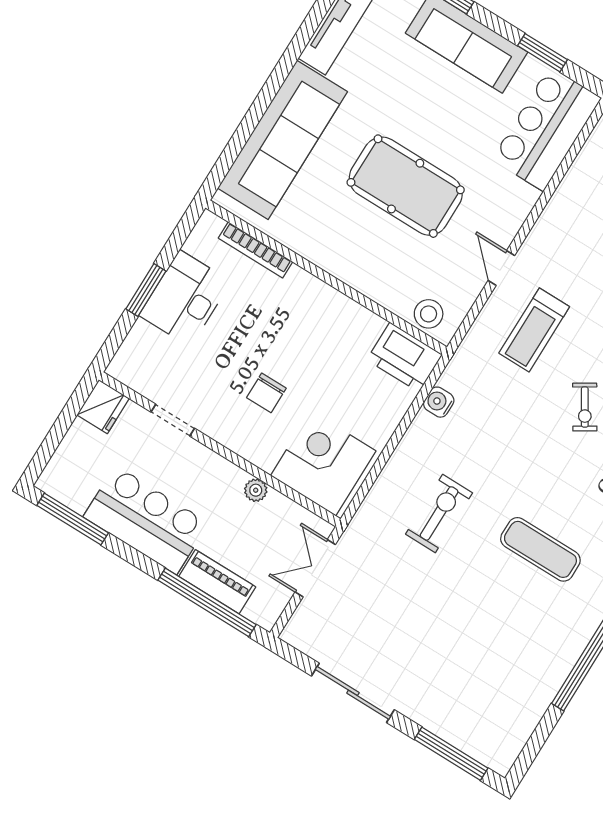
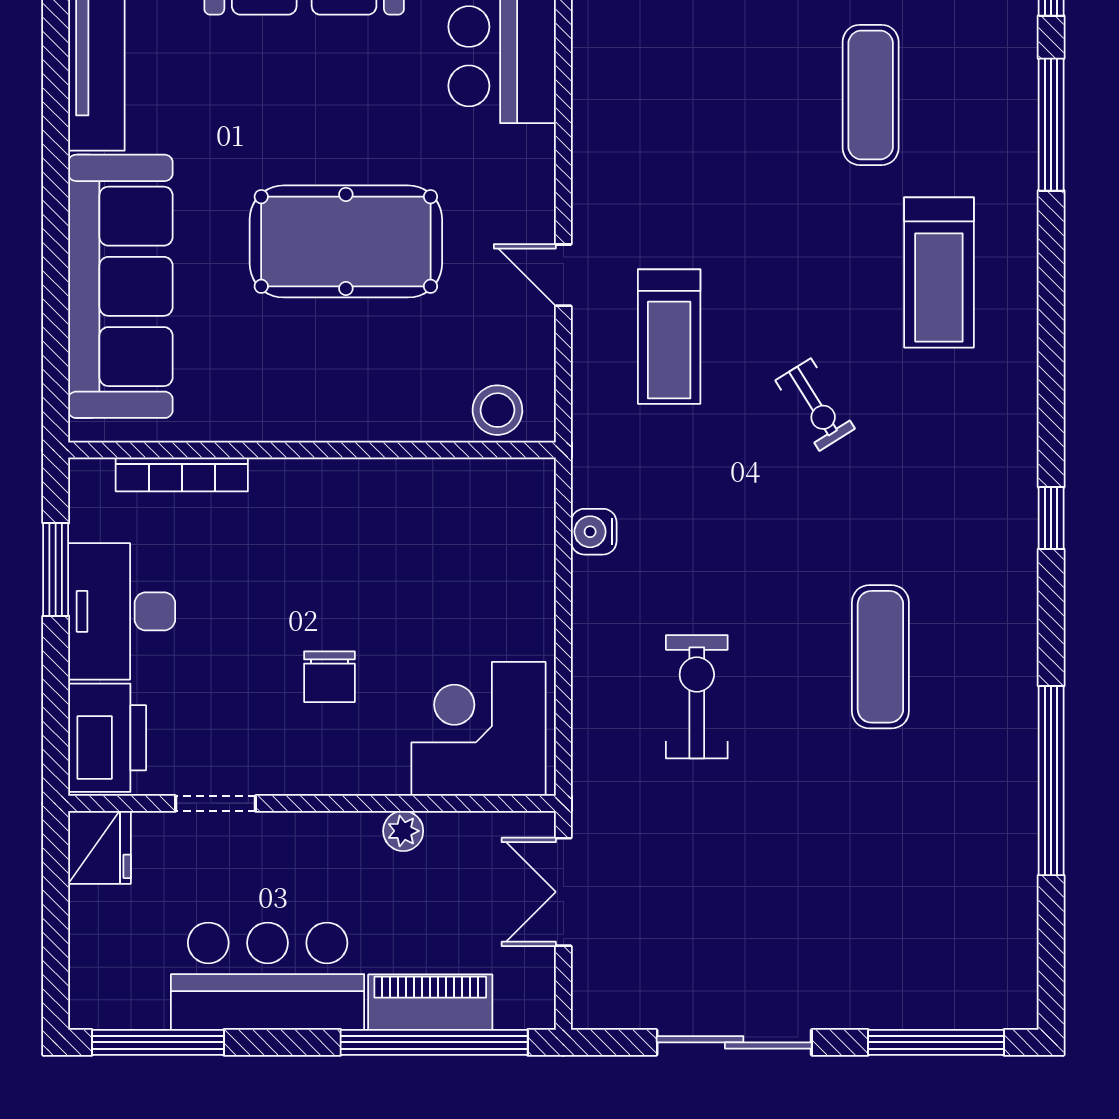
window: (146, 290) -> (56, 570), moved
printer: (405, 357) -> (107, 738), moved, turned -90
exercise mat: (540, 549) -> (880, 657), turned 90

